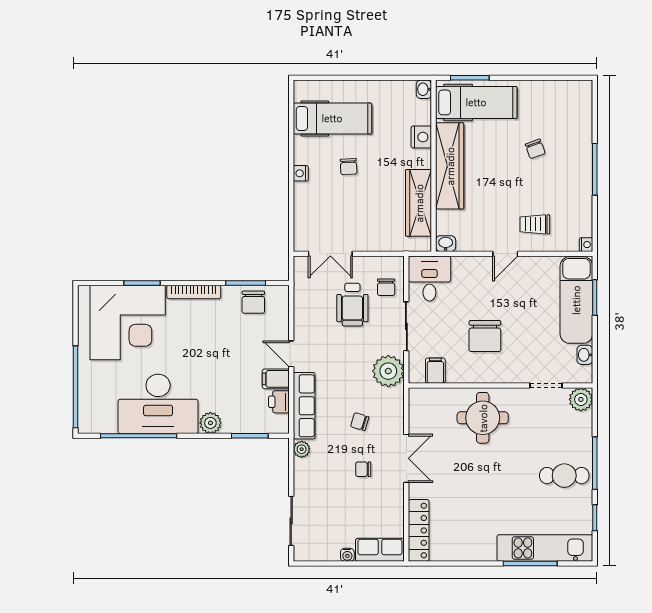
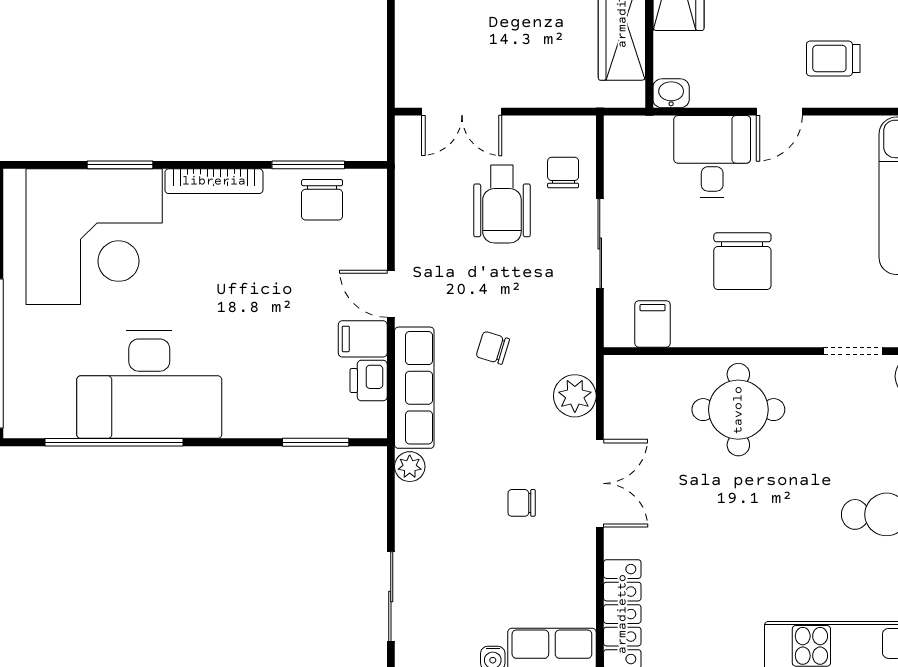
desk: (429, 278) -> (712, 157), moved
chair: (386, 287) -> (563, 173), turned 180
plant: (388, 371) -> (575, 396), moved, width x0.73, depth x0.73
chair: (360, 422) -> (493, 348), moved
plant: (210, 423) -> (244, 419), removed

